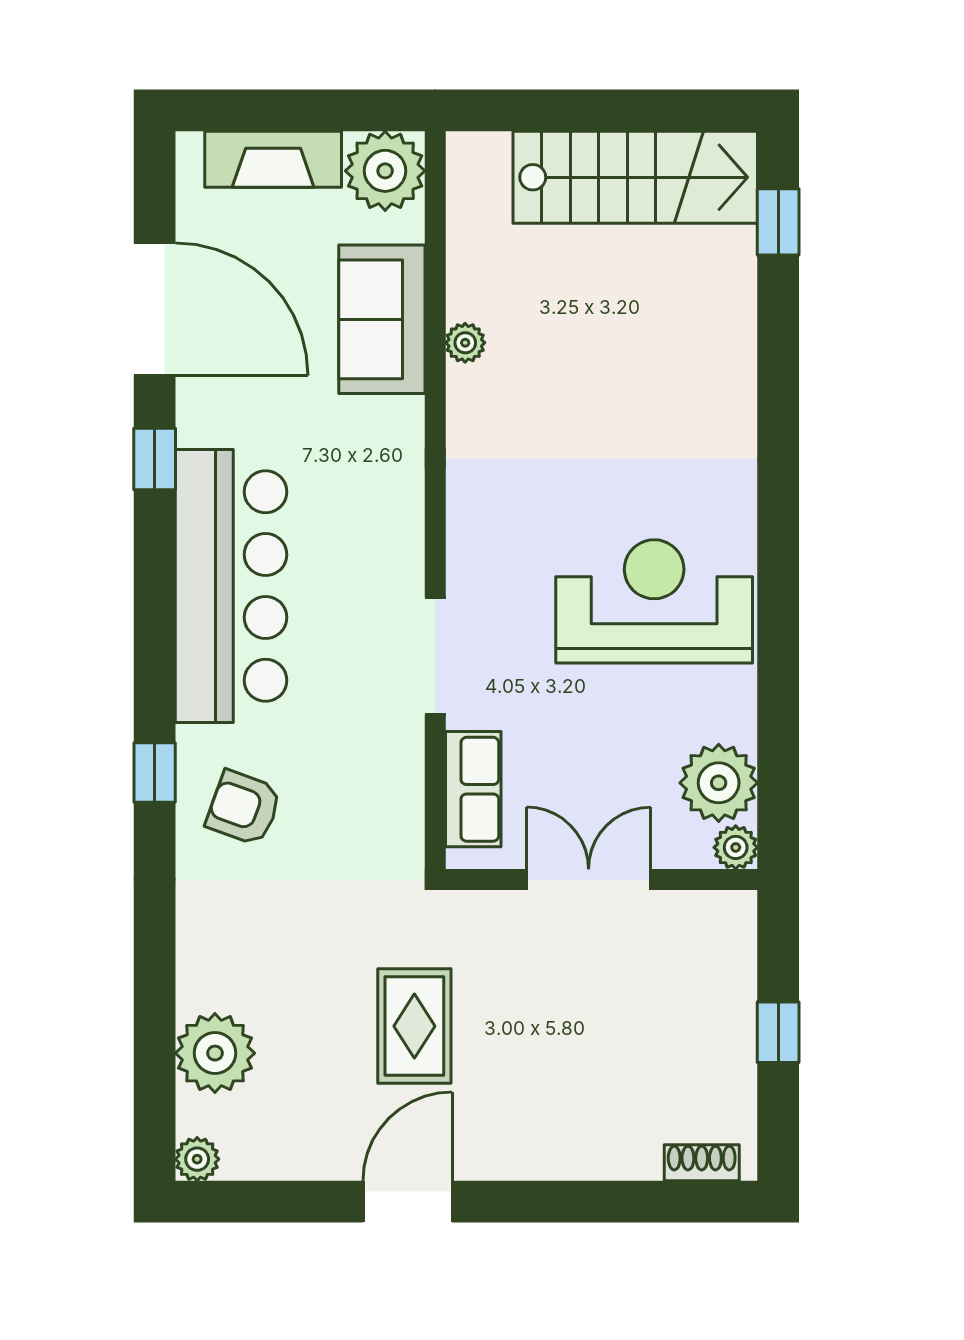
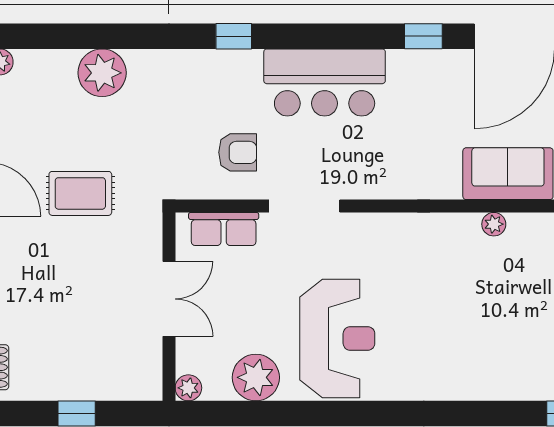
bar counter: (231, 586) -> (325, 82), width x0.73
plant: (719, 783) -> (256, 377), moved
armchair: (244, 808) -> (238, 152), moved, turned 70
plant: (215, 1053) -> (102, 73), moved

